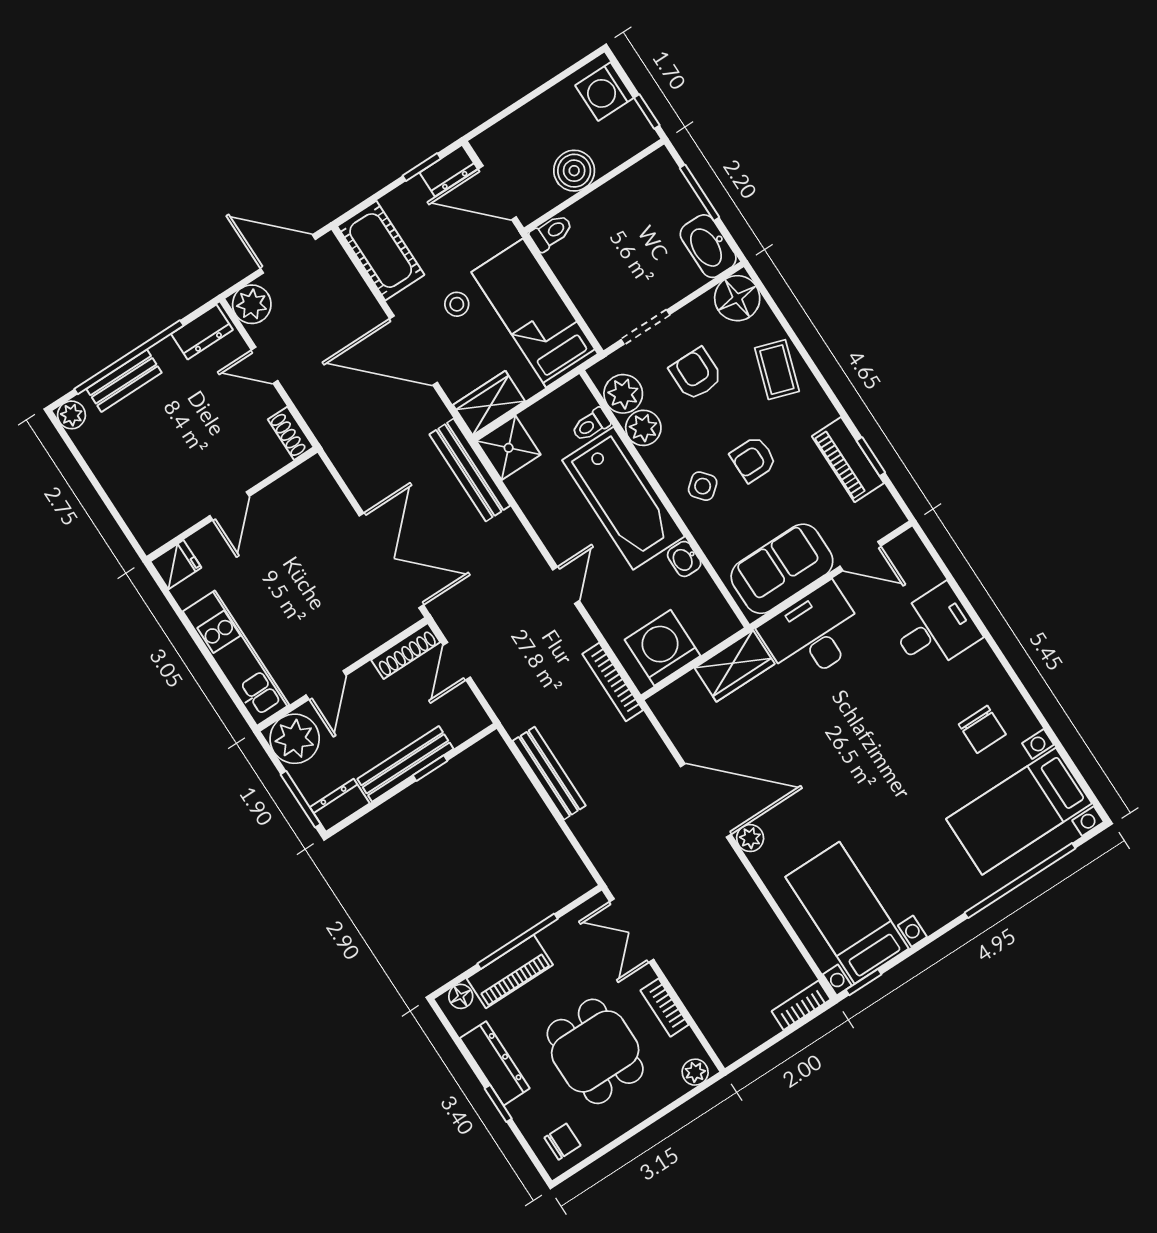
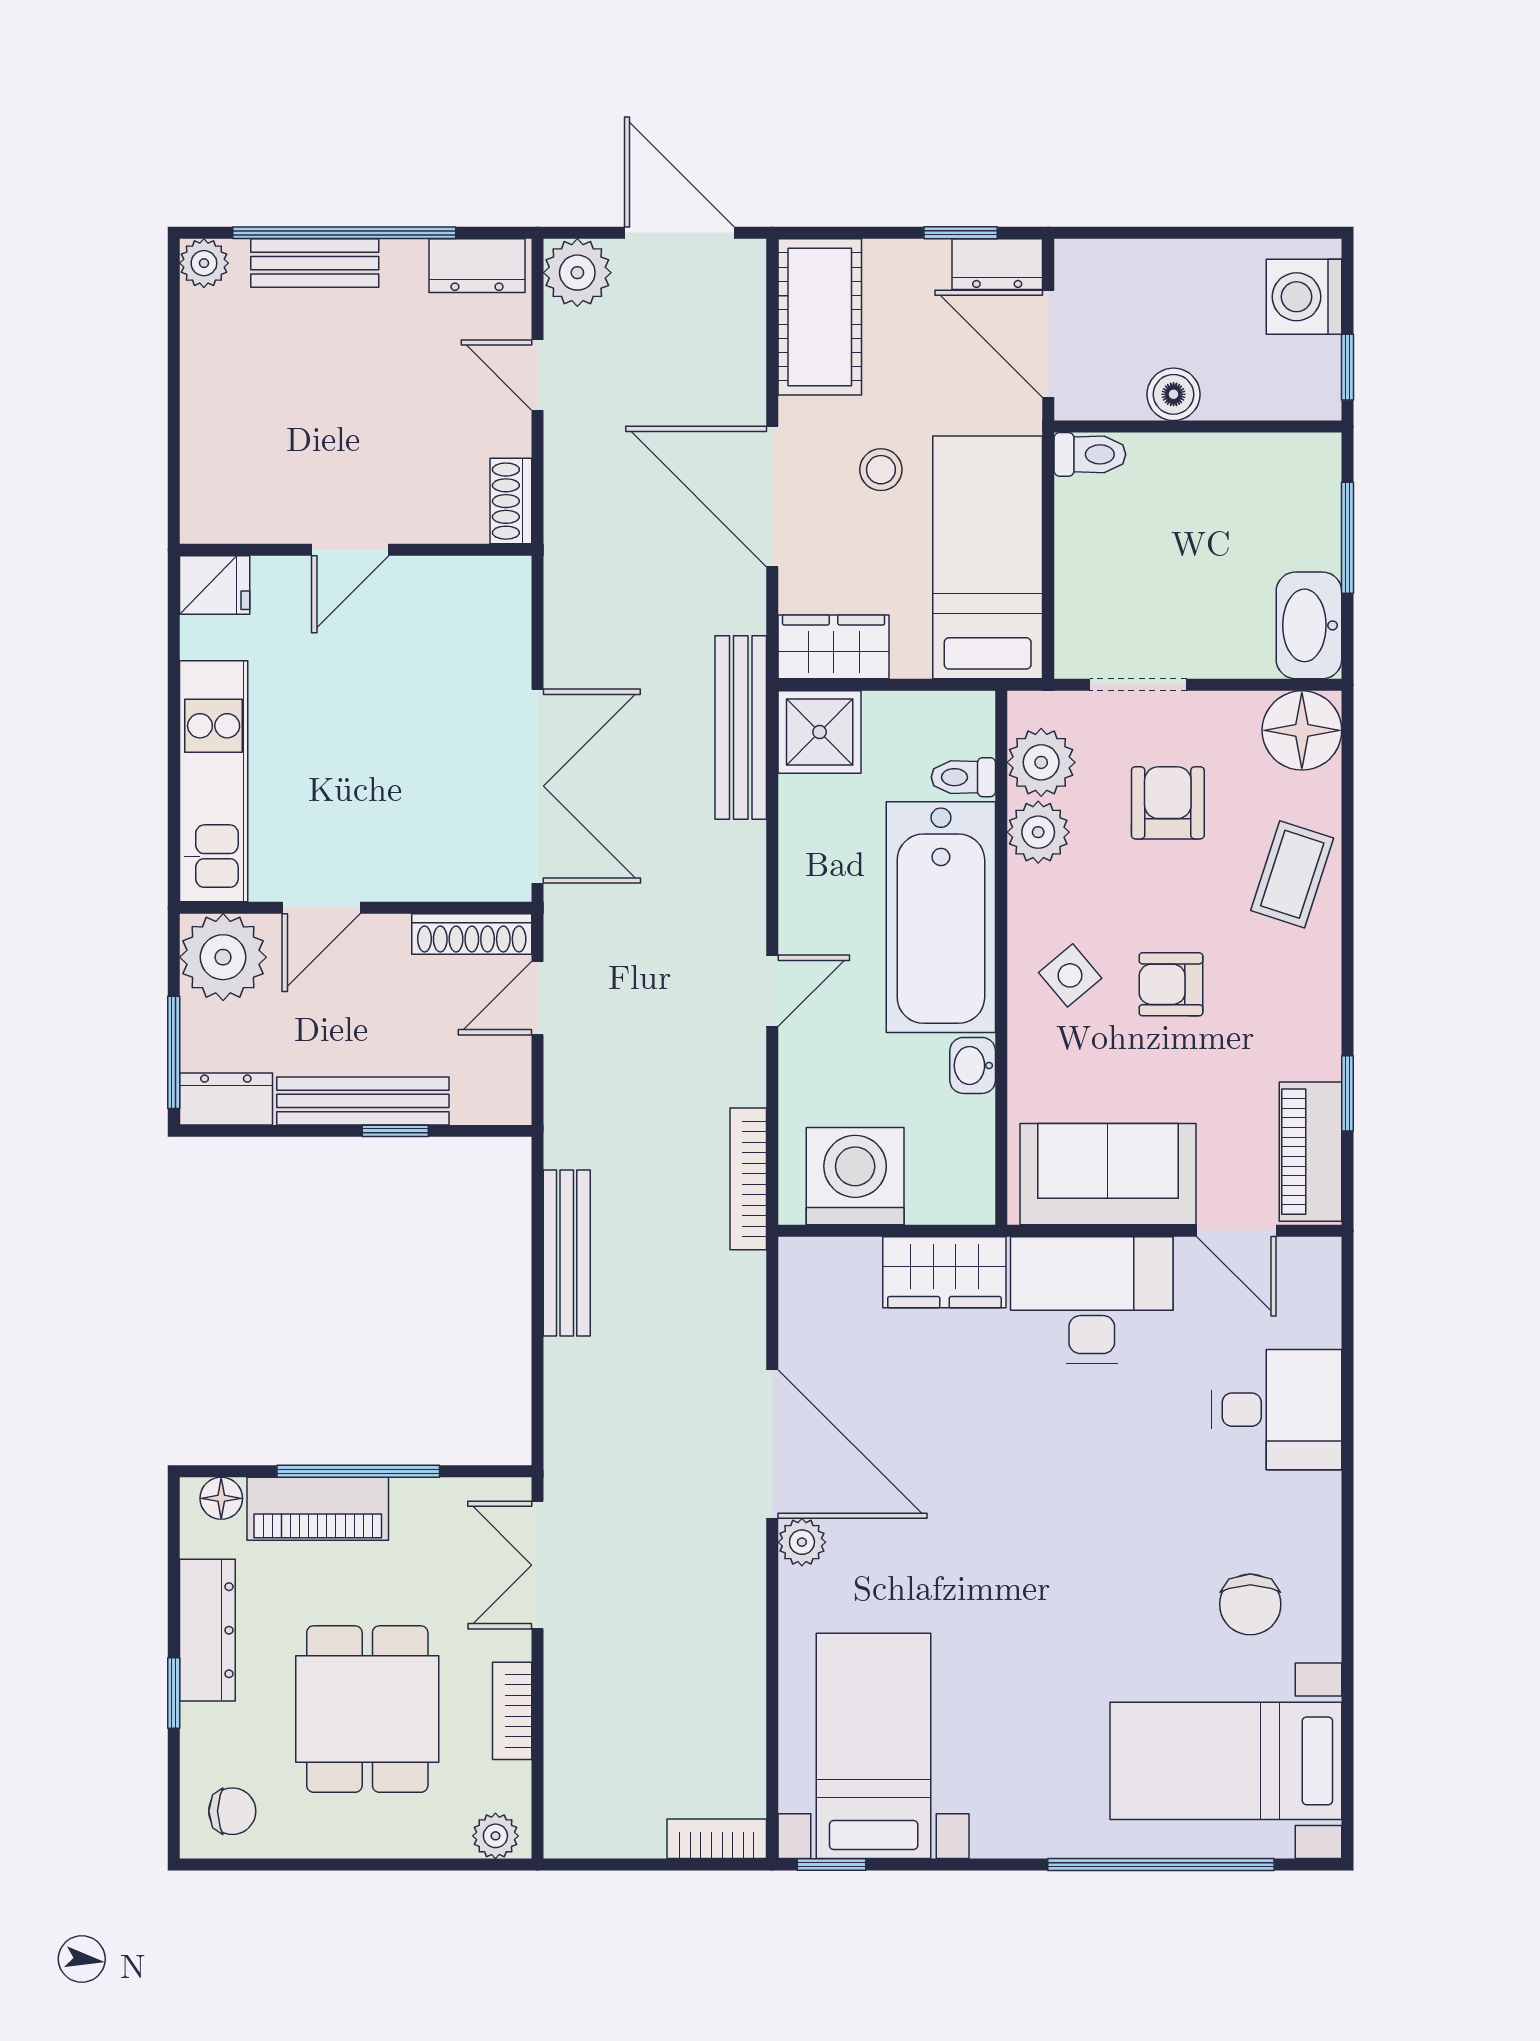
boiler: (574, 171) -> (1174, 394), width x0.73, depth x0.73
piano: (848, 460) -> (1311, 1152), moved

